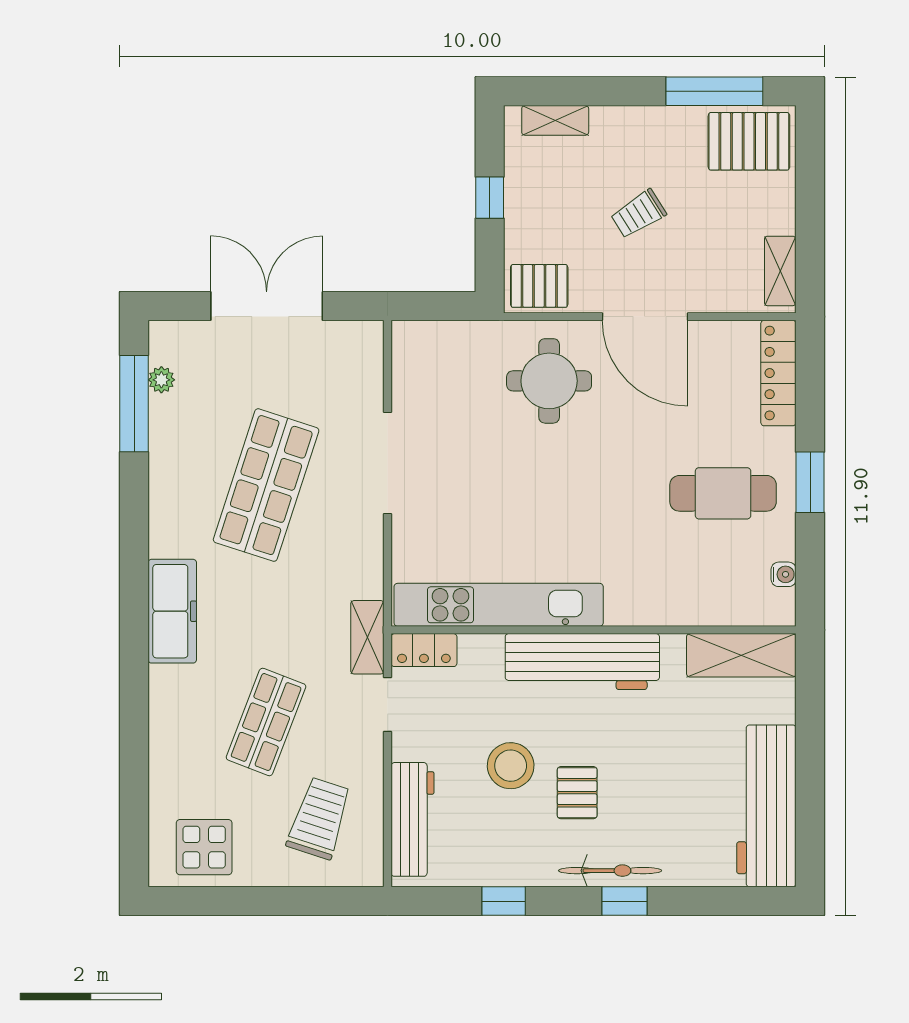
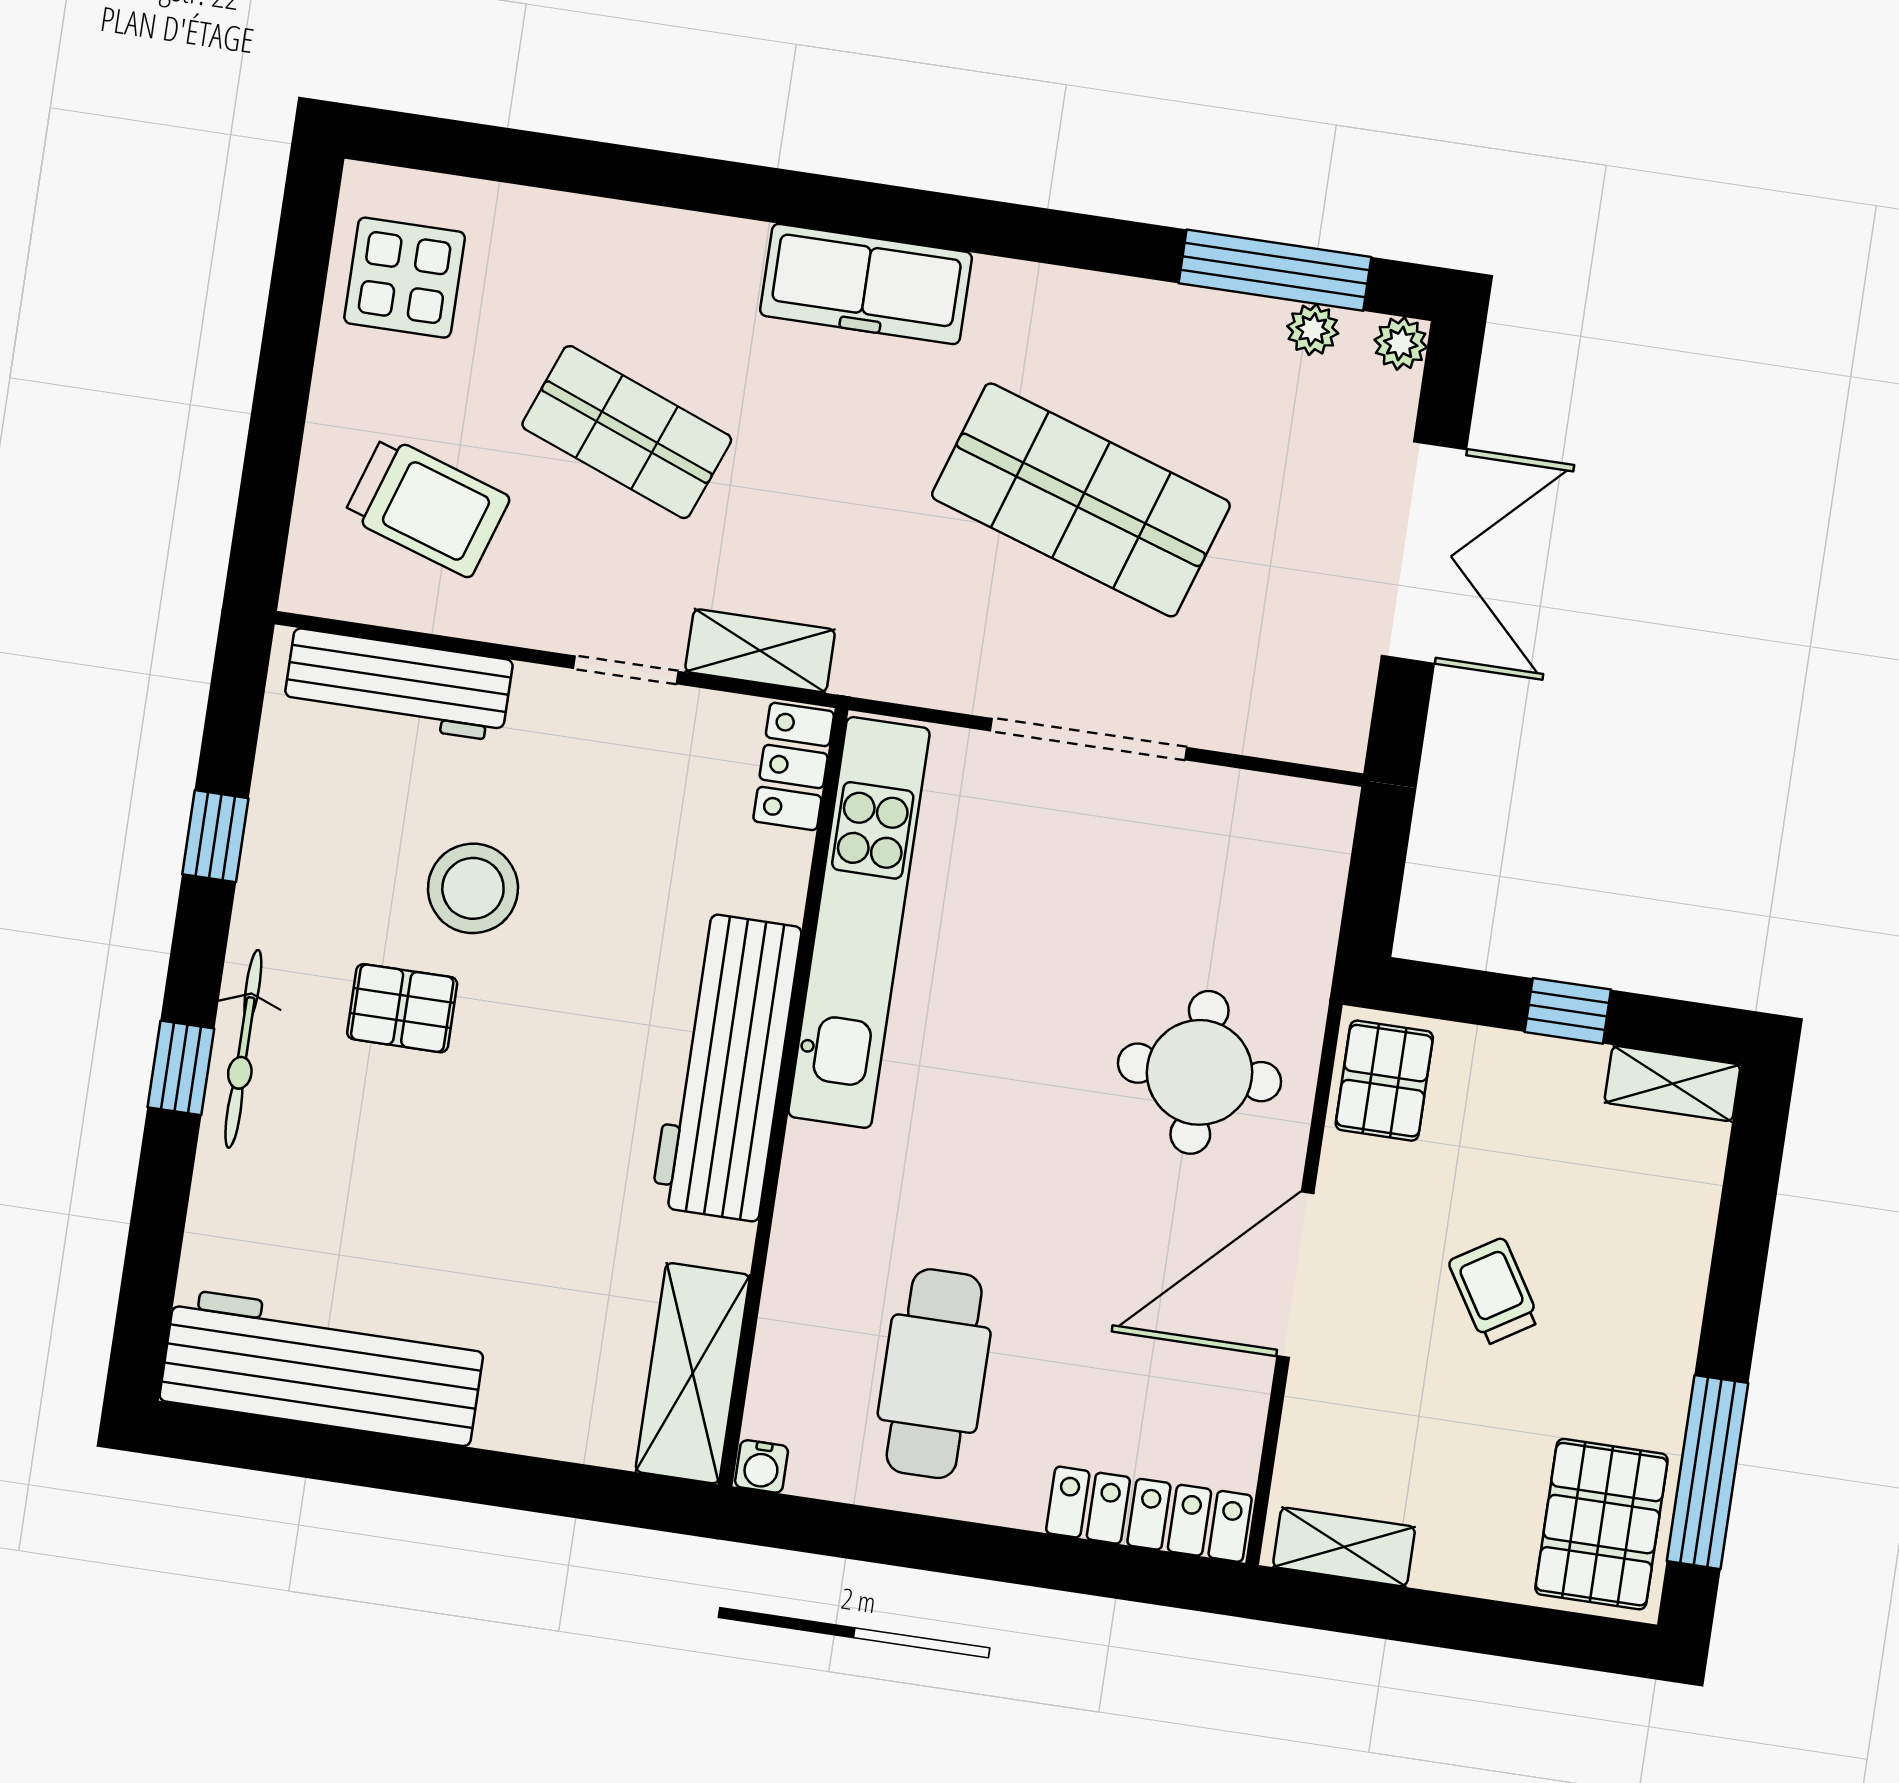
shelving: (555, 120) -> (1672, 1084), moved, turned 90
plant: (162, 334) -> (1401, 343), added
window: (810, 482) -> (931, 1544), removed
kitchen unit: (499, 605) -> (859, 922), moved
wall: (593, 630) -> (784, 1097), moved
locker: (424, 650) -> (794, 766), moved
shelving: (741, 655) -> (693, 1373), moved
workbench: (582, 662) -> (726, 1067), moved

